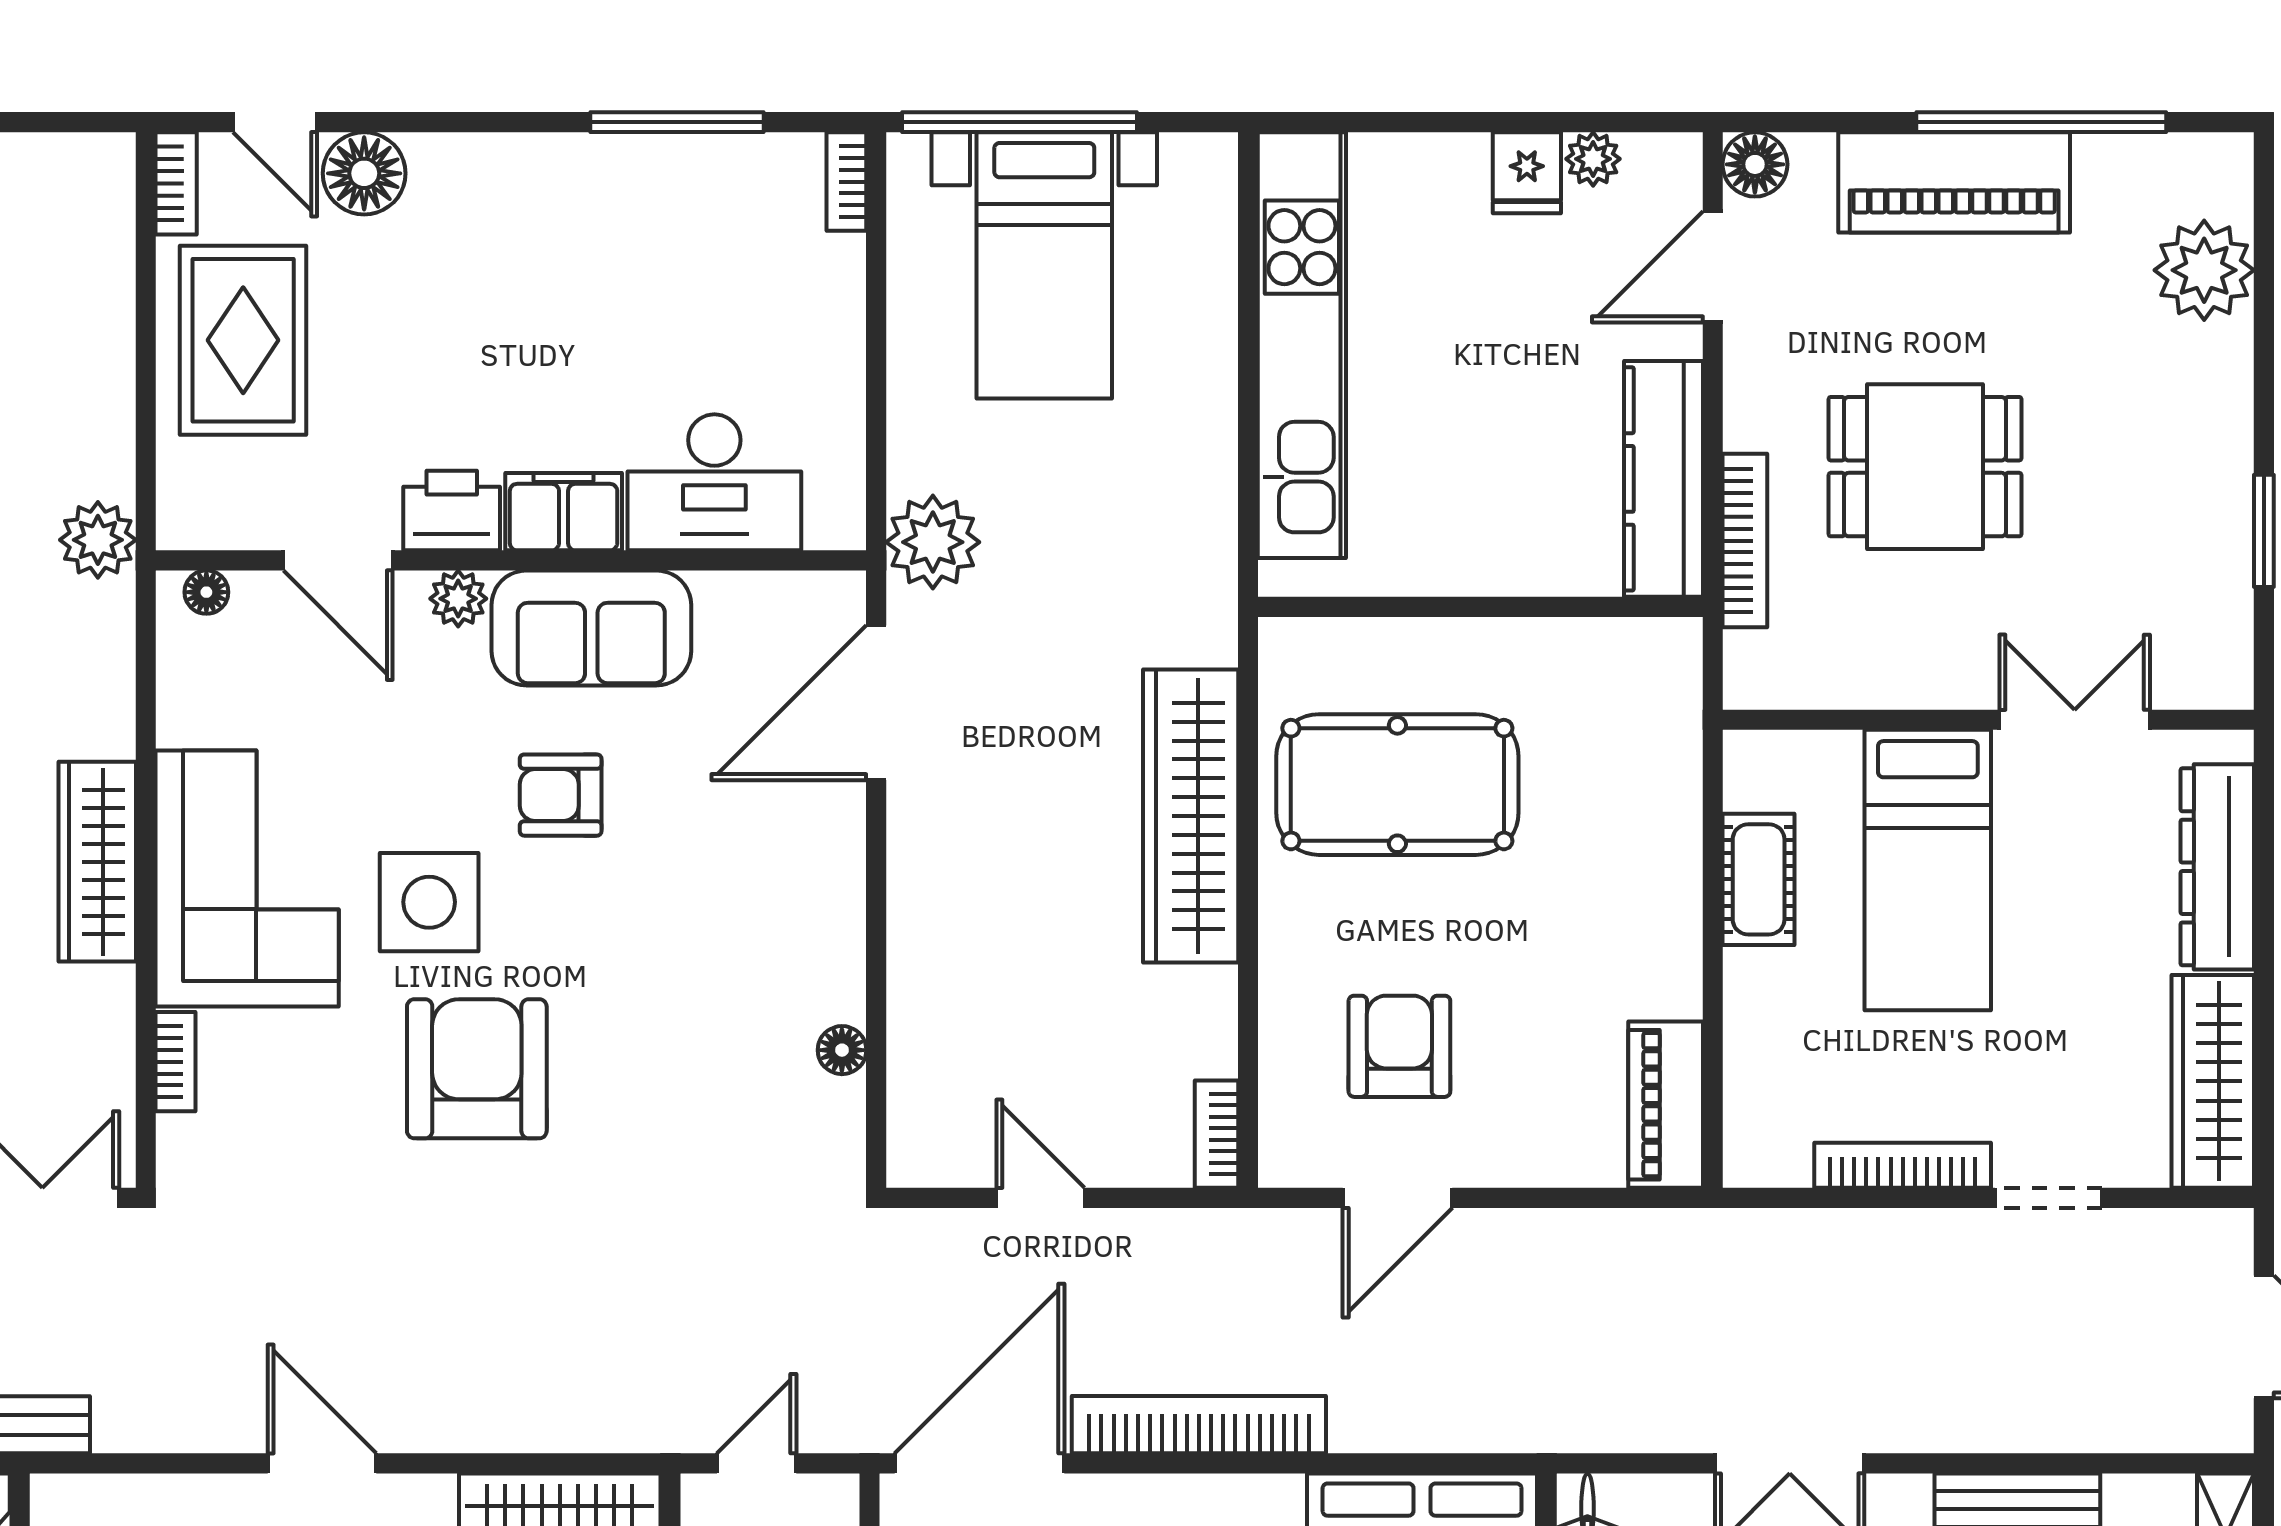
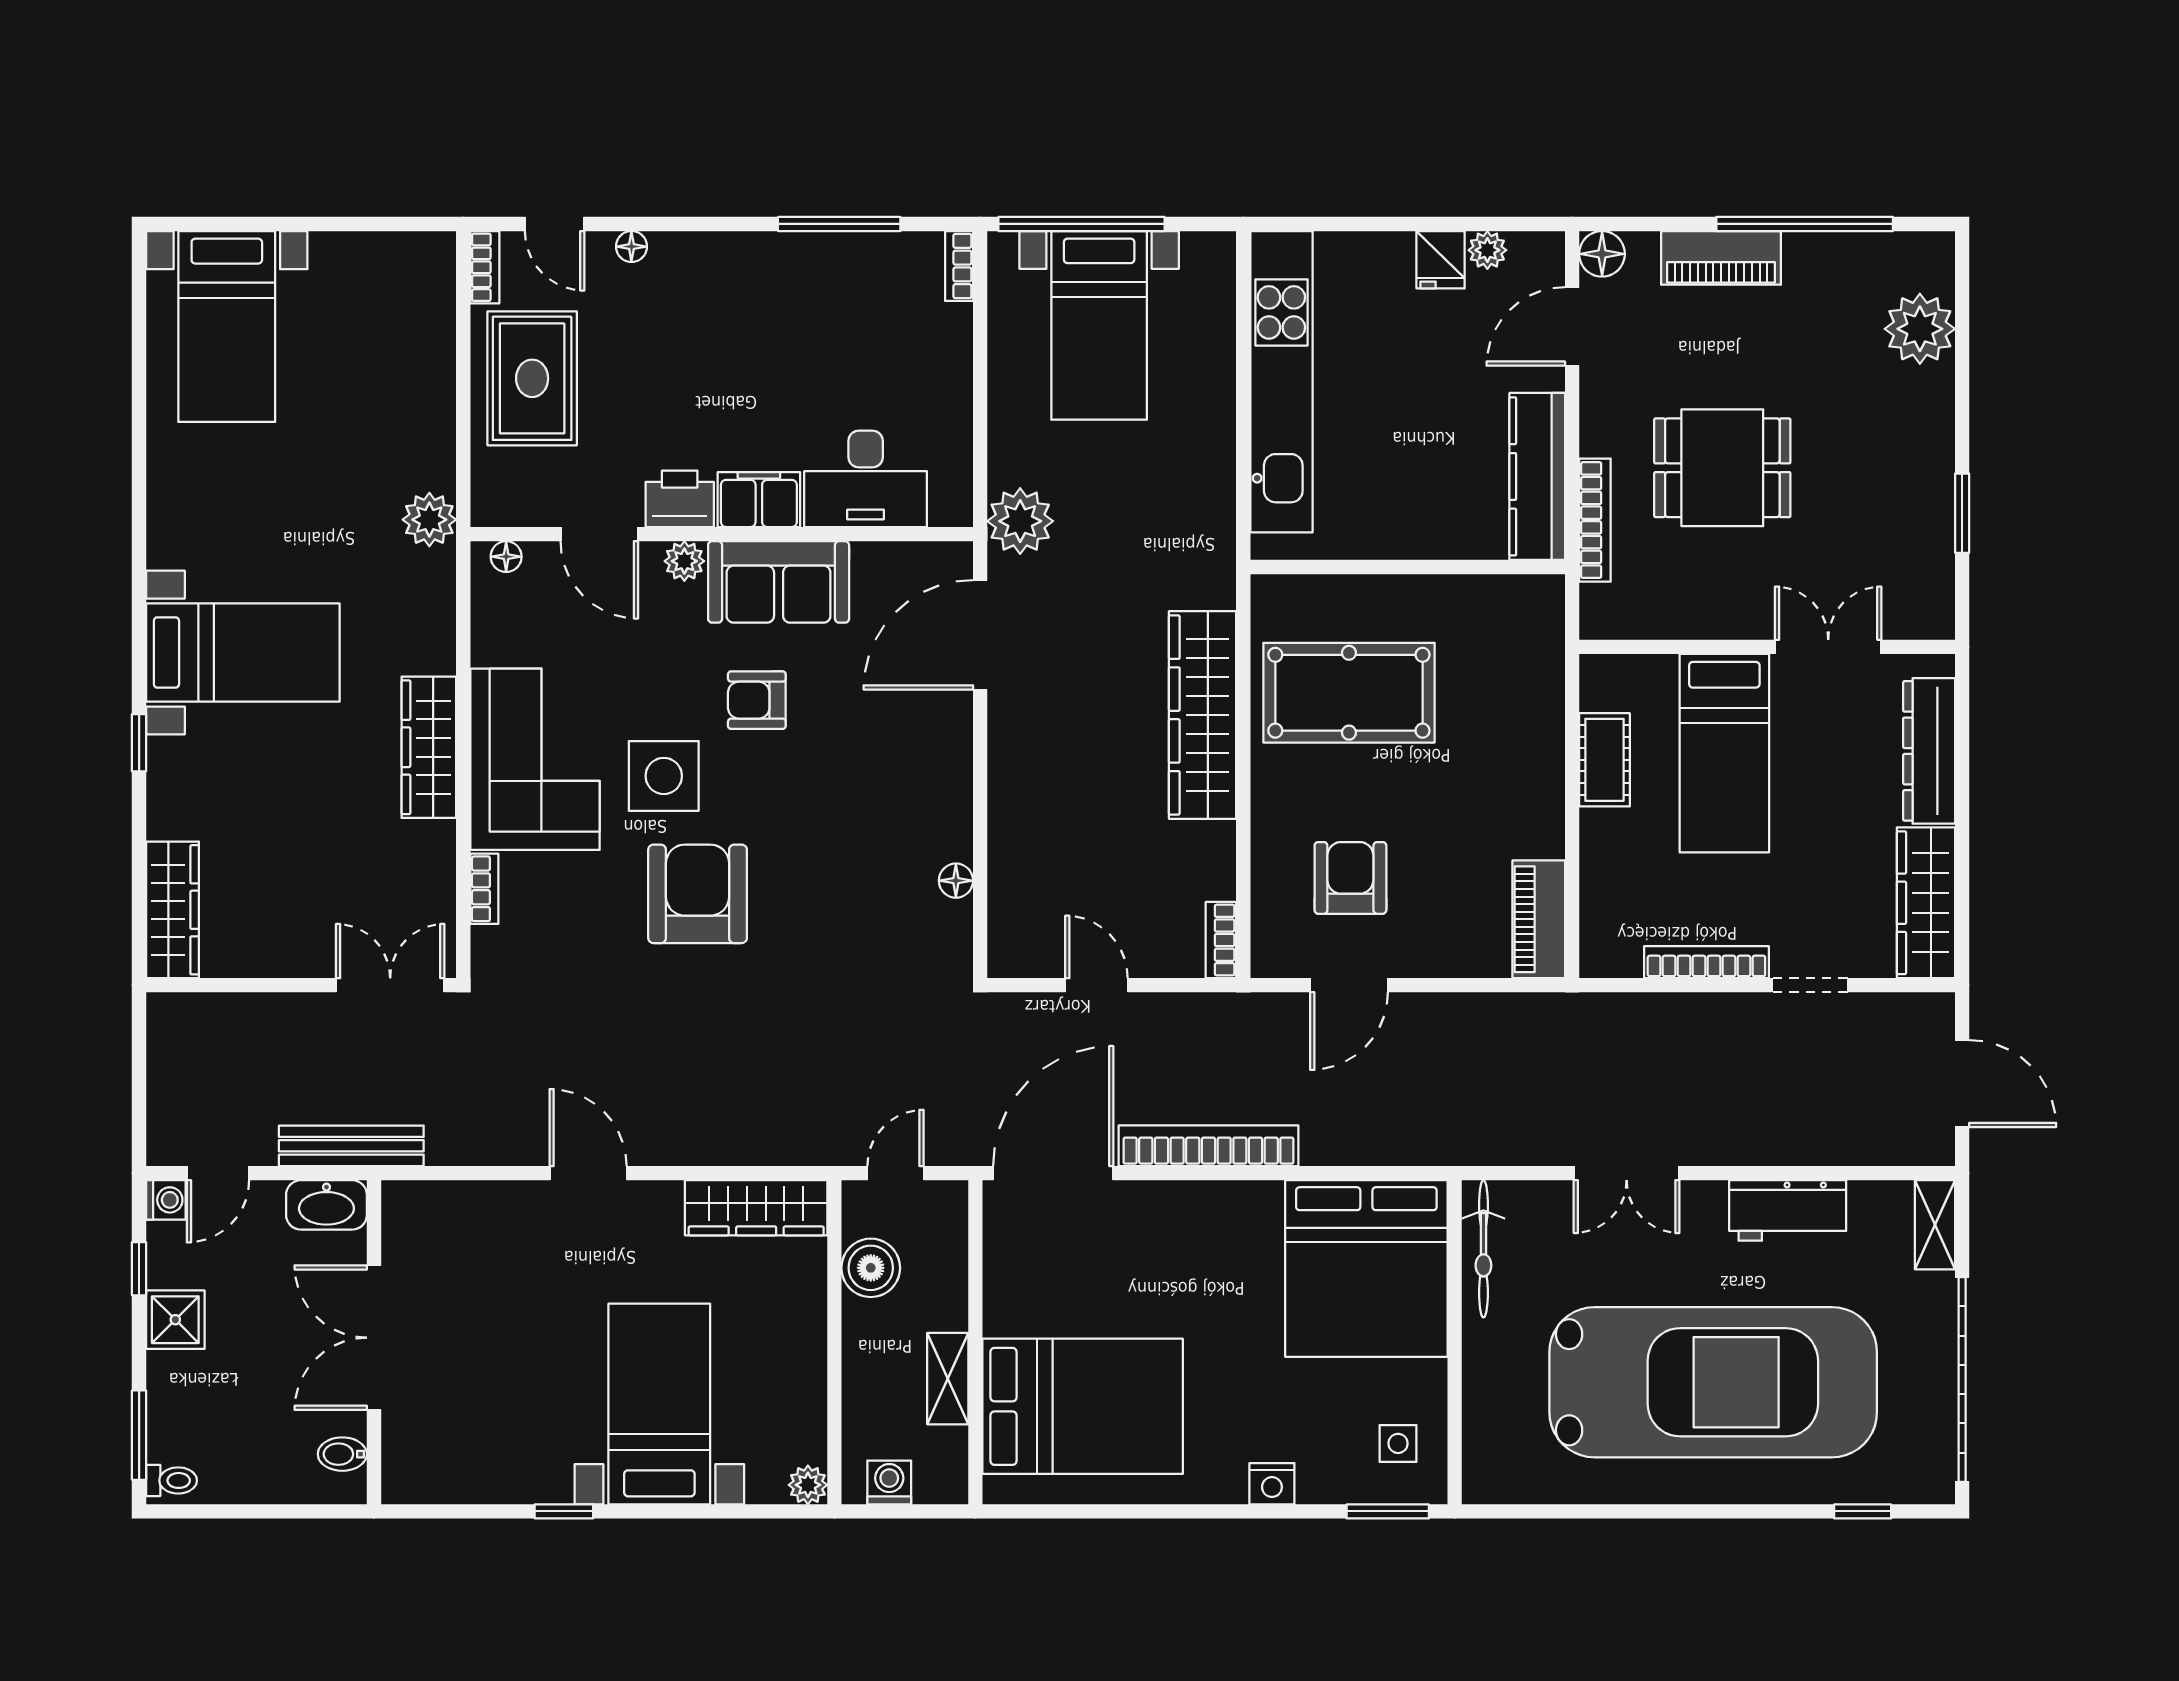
floor lamp: (364, 173) -> (631, 247), width x0.53, depth x0.53
piano: (1954, 182) -> (1721, 258), width x0.73, depth x0.75

